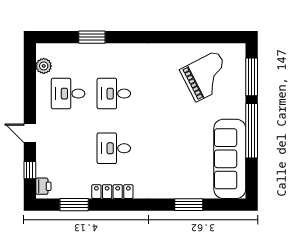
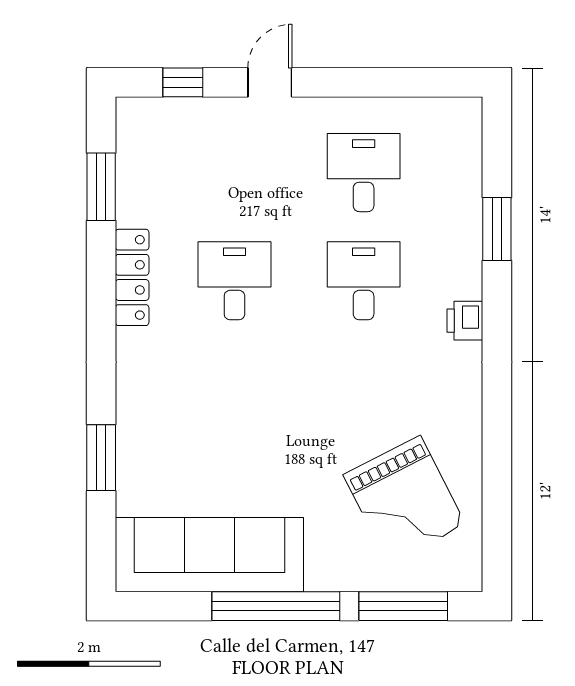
plant: (44, 66) -> (429, 115), removed
printer: (43, 186) -> (465, 321), moved, turned 90

